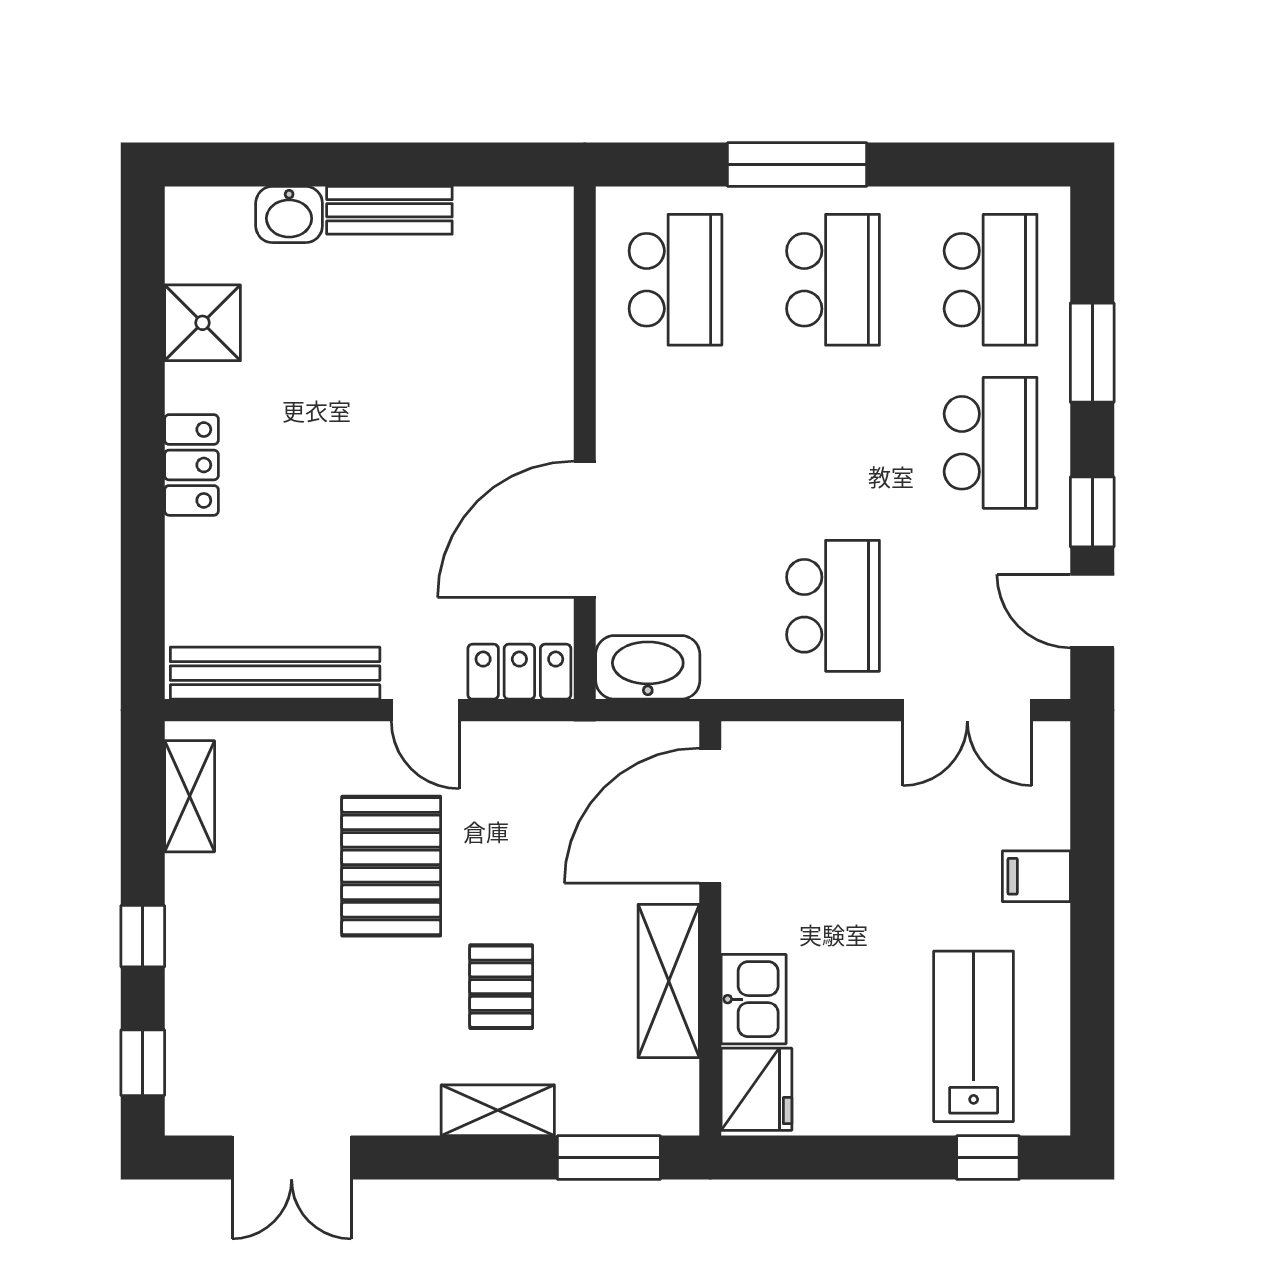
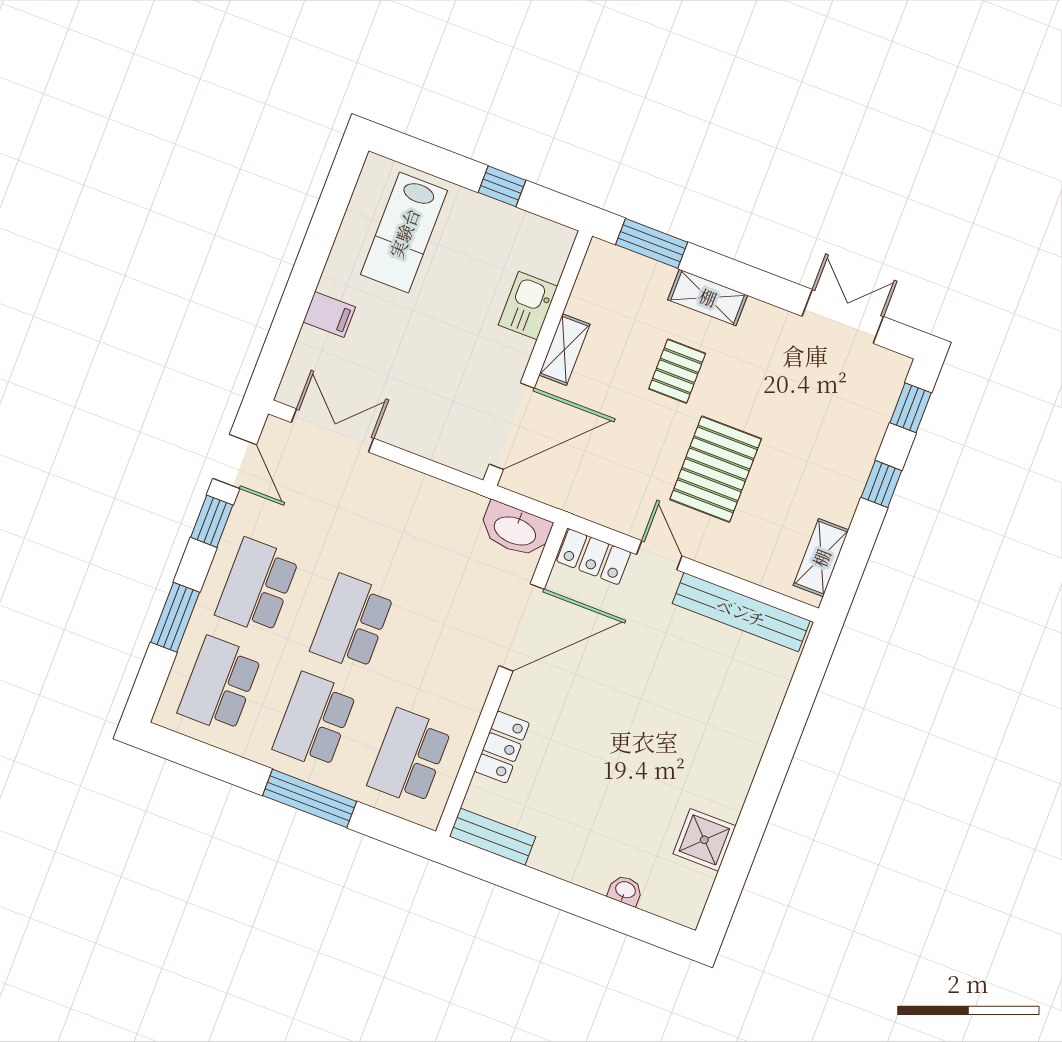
bench: (389, 210) -> (493, 837), moved
washbasin: (289, 215) -> (625, 890), width x0.72, depth x0.69
locker: (191, 465) -> (502, 747), moved, turned 180
school desk: (833, 606) -> (352, 622), moved
shelving: (669, 981) -> (564, 350), width x0.67, depth x0.75
fridge: (756, 1089) -> (547, 251), removed
window: (988, 1158) -> (502, 186), moved

